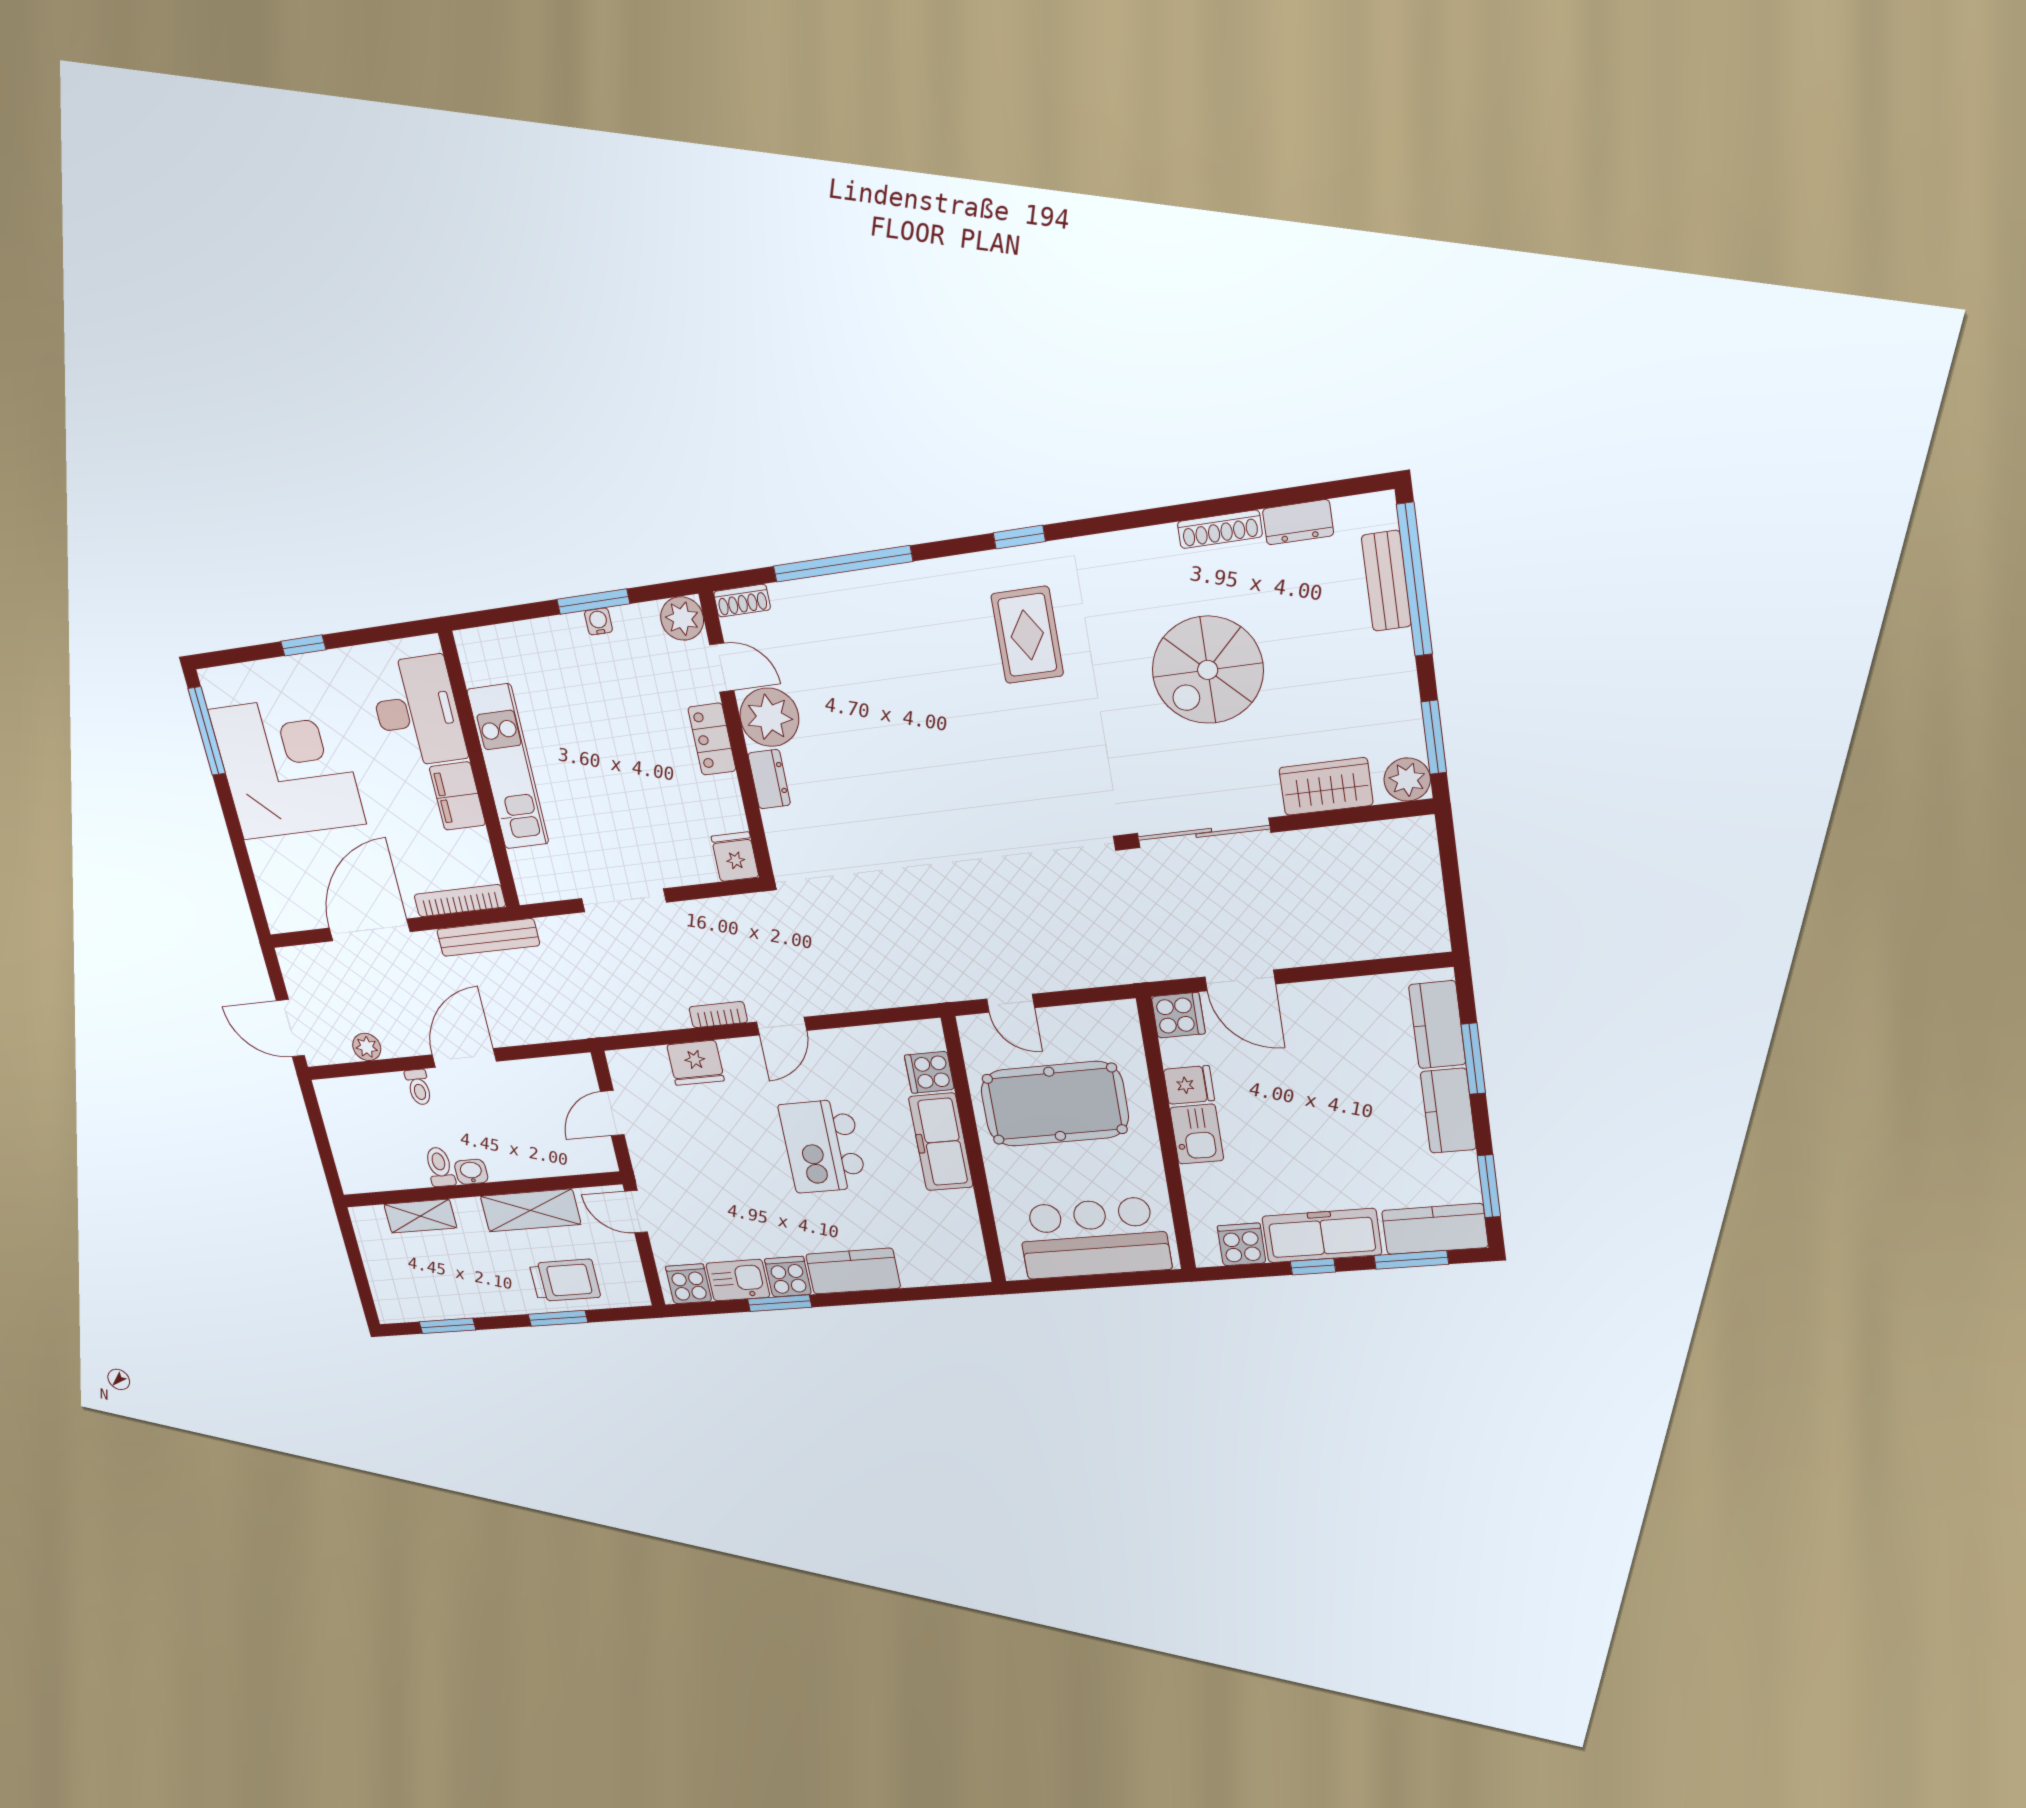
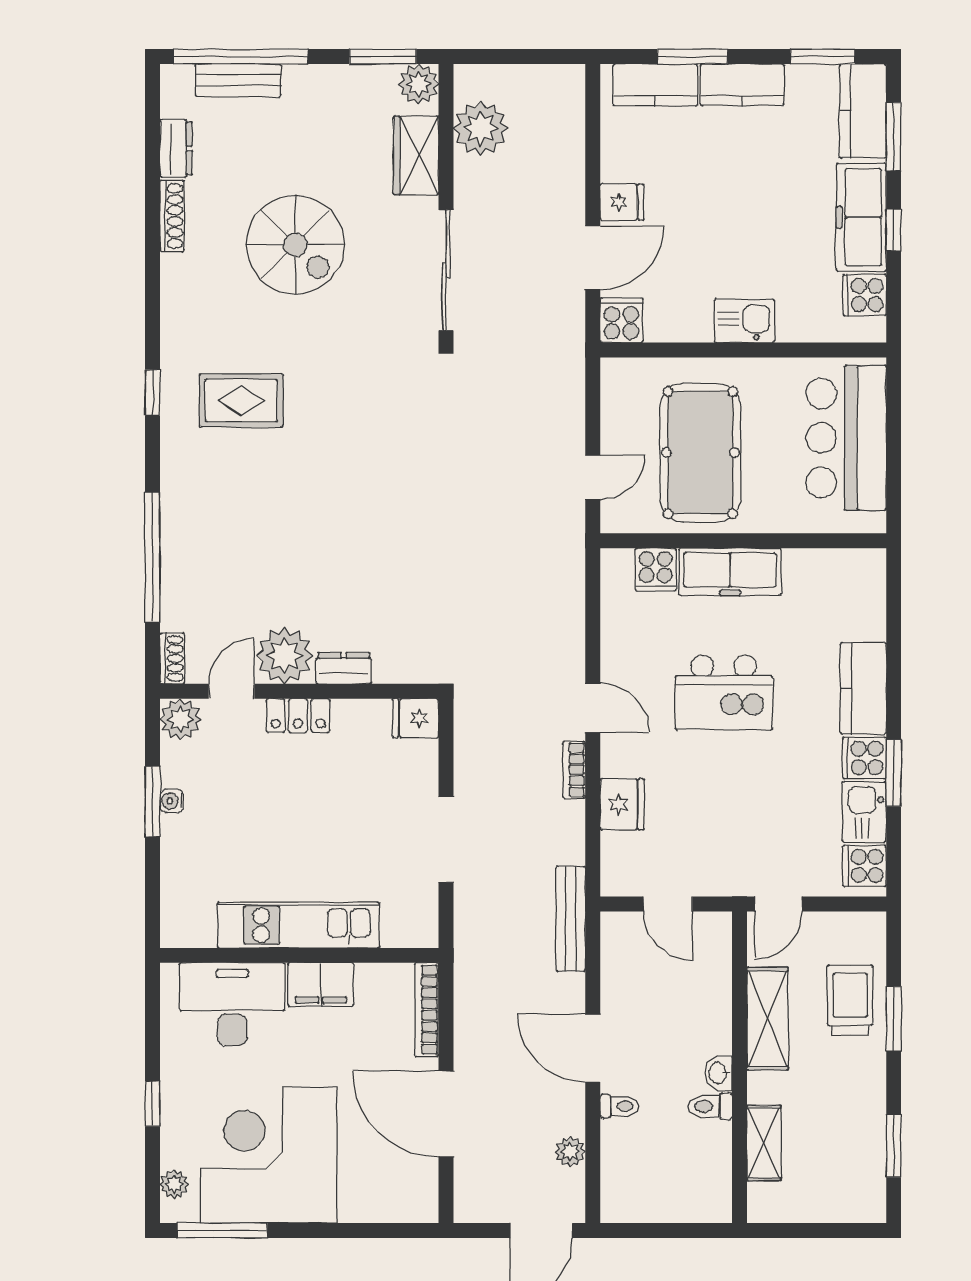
plant: (235, 678) -> (174, 1184), added
plant: (1366, 851) -> (481, 128), added
bench: (488, 937) -> (571, 919), moved
fridge: (1189, 1085) -> (622, 202), moved, turned 90

